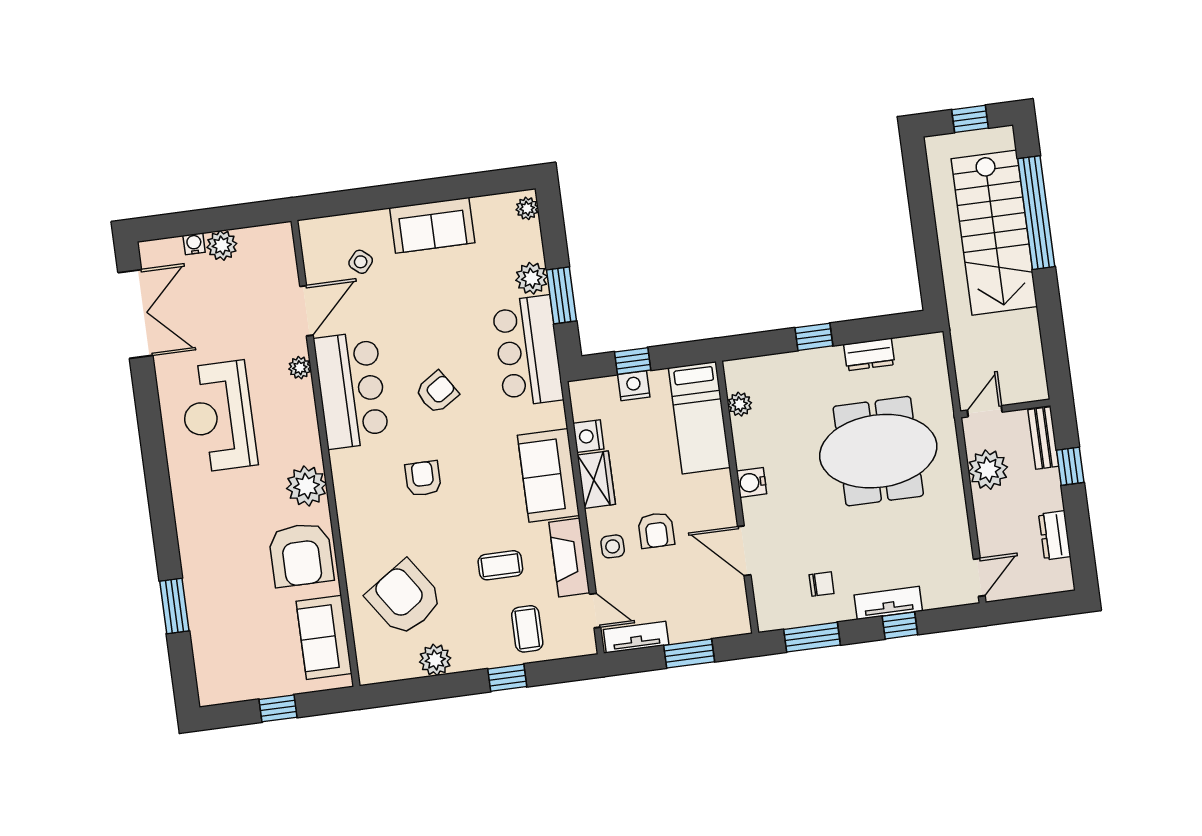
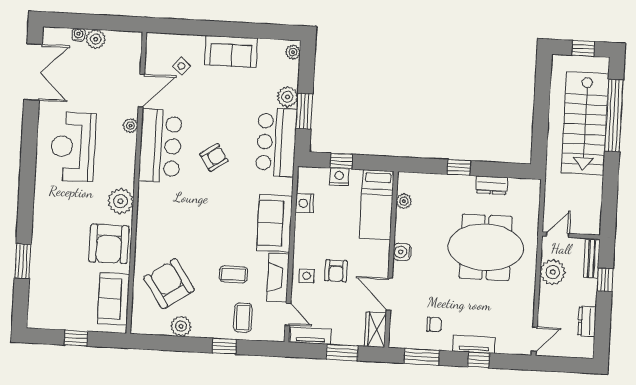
armchair: (423, 479) -> (195, 210), removed
wardrobe: (596, 480) -> (375, 330), moved, turned 180

